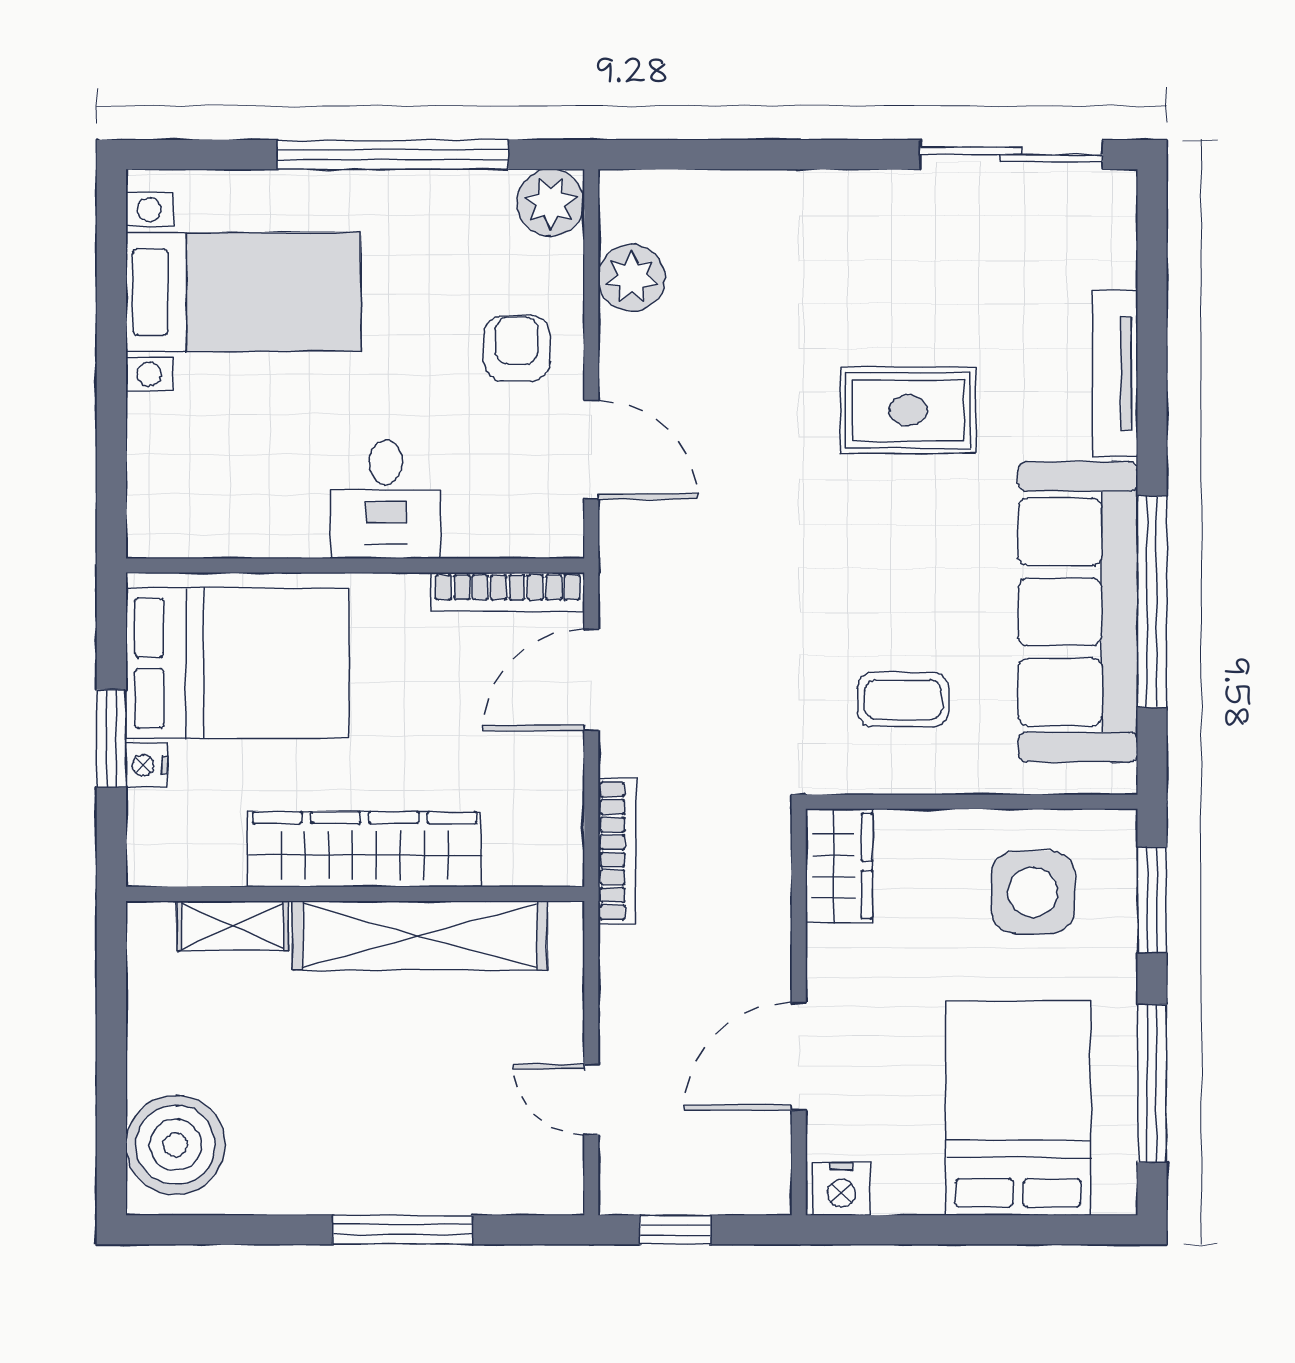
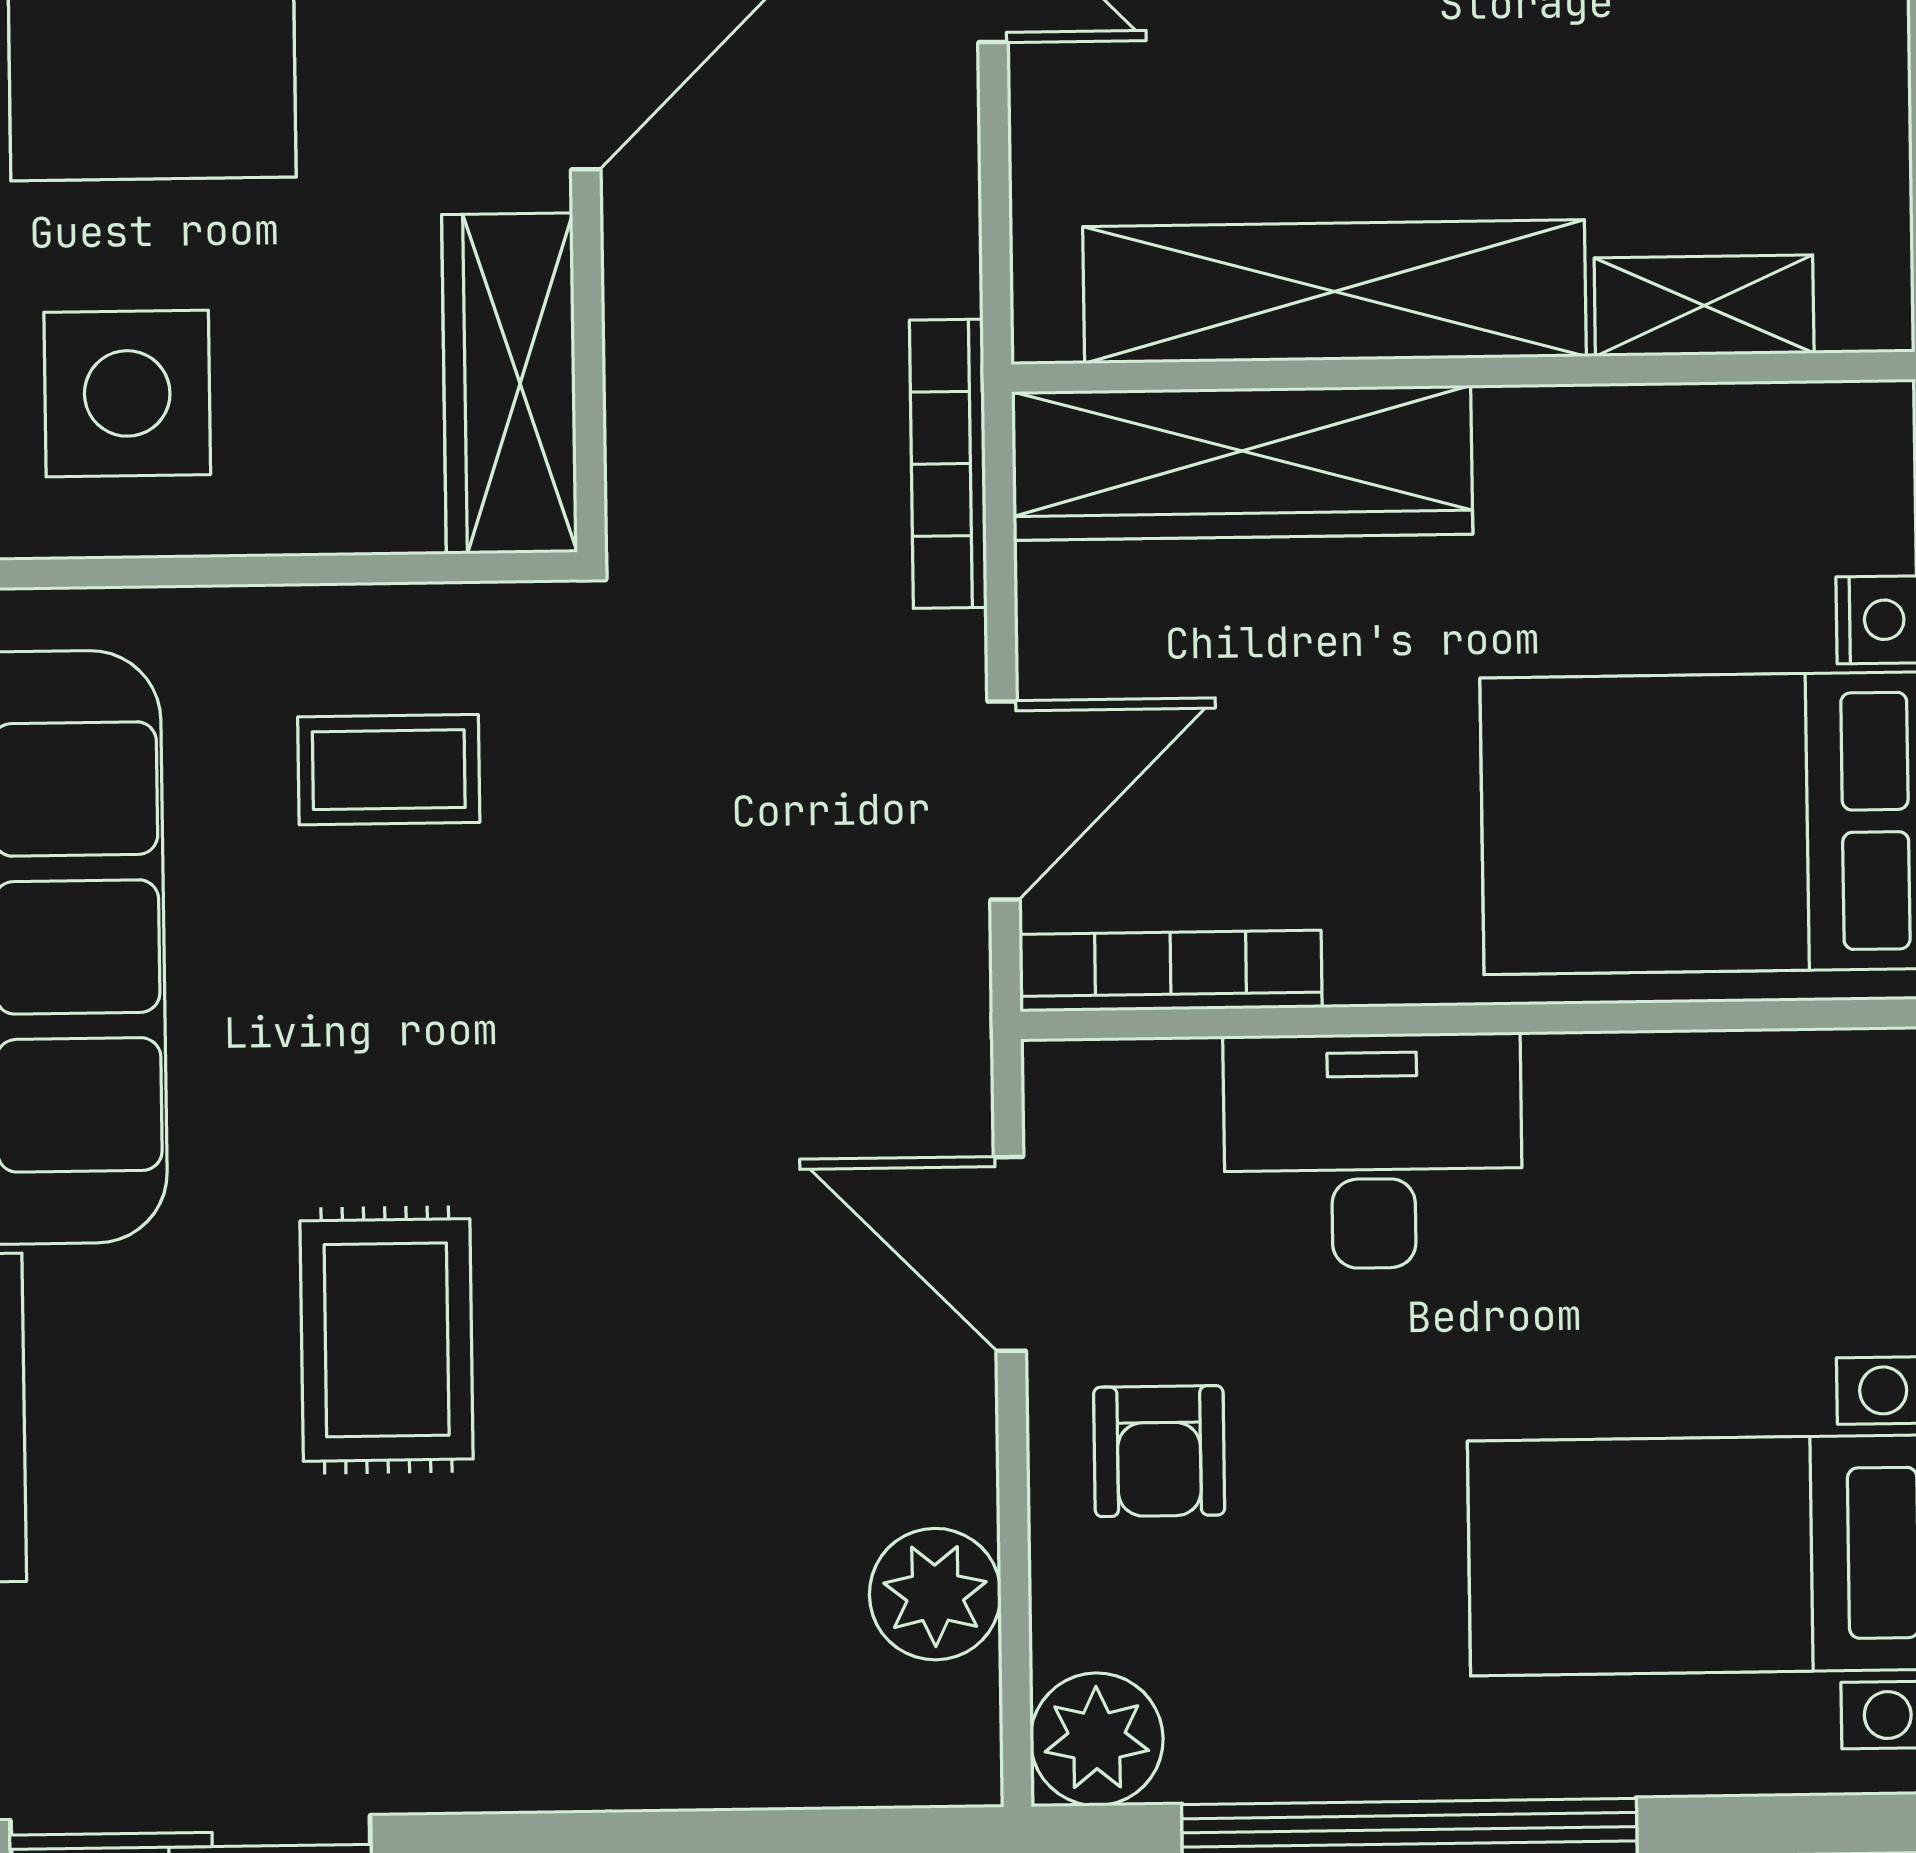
rug: (908, 410) -> (387, 1340), turned 90
desk: (386, 499) -> (1373, 1151), width x1.37
wardrobe: (365, 849) -> (1242, 463), moved
wardrobe: (839, 866) -> (510, 383), width x1.50

